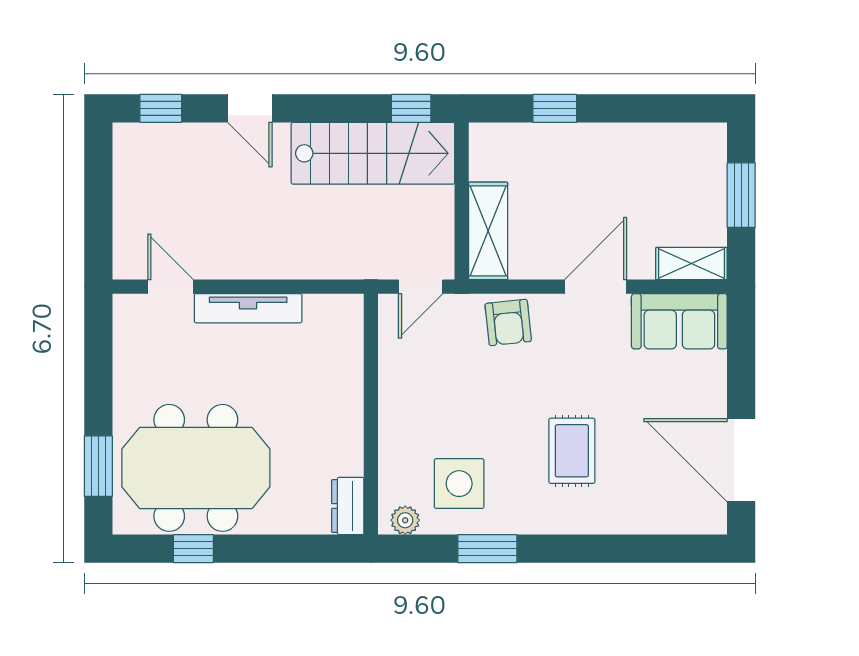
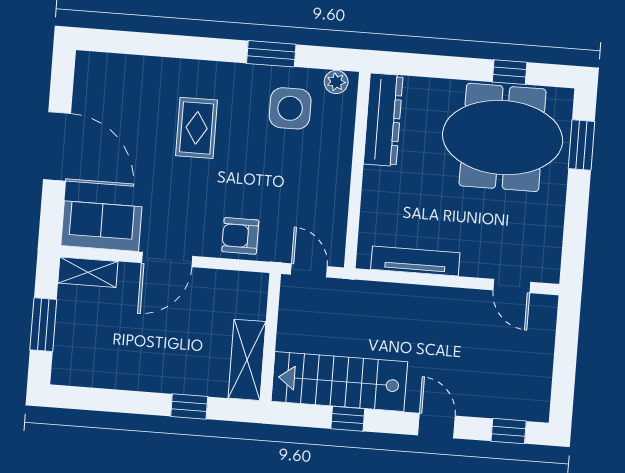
window: (411, 108) -> (348, 419), moved
shelving: (488, 231) -> (247, 360), moved
door: (421, 287) -> (309, 270), hinge flipped
tv unit: (248, 308) -> (415, 261), moved
armchair: (508, 322) -> (240, 236), turned -84
door: (741, 460) -> (57, 146), moved
dresser: (348, 506) -> (383, 120), width x1.96, depth x1.24

